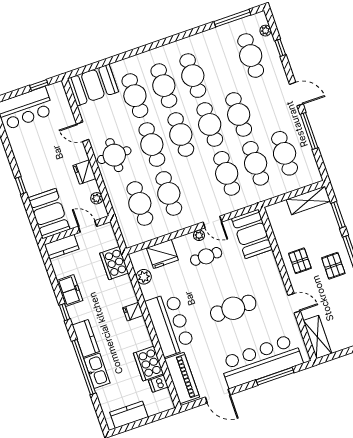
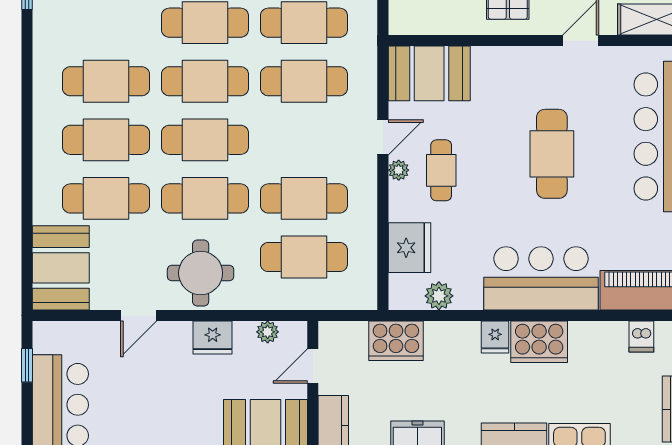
cooker: (148, 364) -> (539, 342), moved

